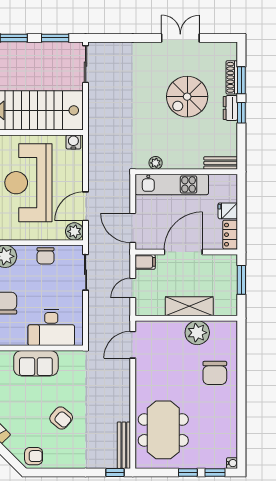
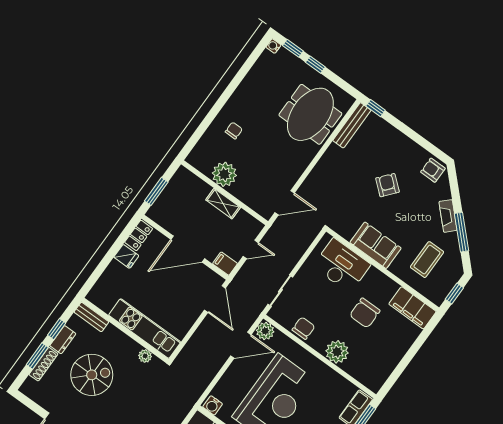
plant: (156, 163) -> (145, 356), moved
bench: (221, 163) -> (91, 317), moved
wall: (186, 172) -> (125, 330), moved
kitchen unit: (172, 184) -> (145, 329), moved
shelving: (189, 306) -> (223, 204), width x0.67, depth x0.75
chair: (215, 373) -> (234, 131), width x0.54, depth x0.54

